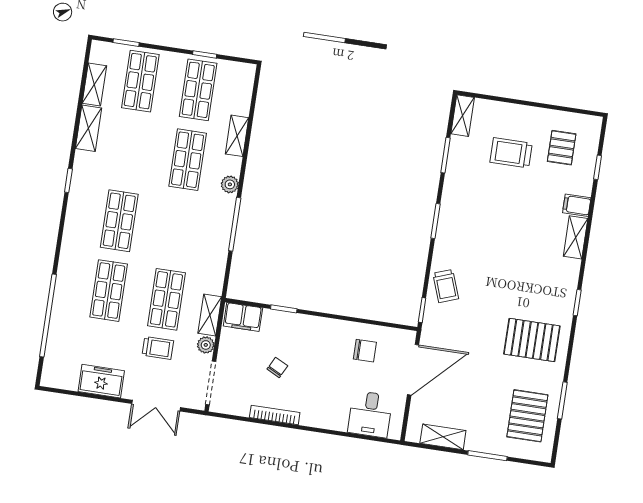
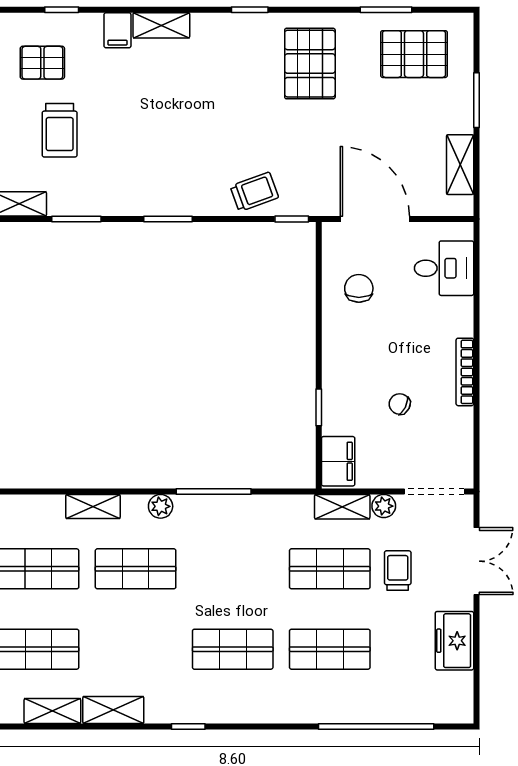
bookcase: (275, 415) -> (465, 372), moved

